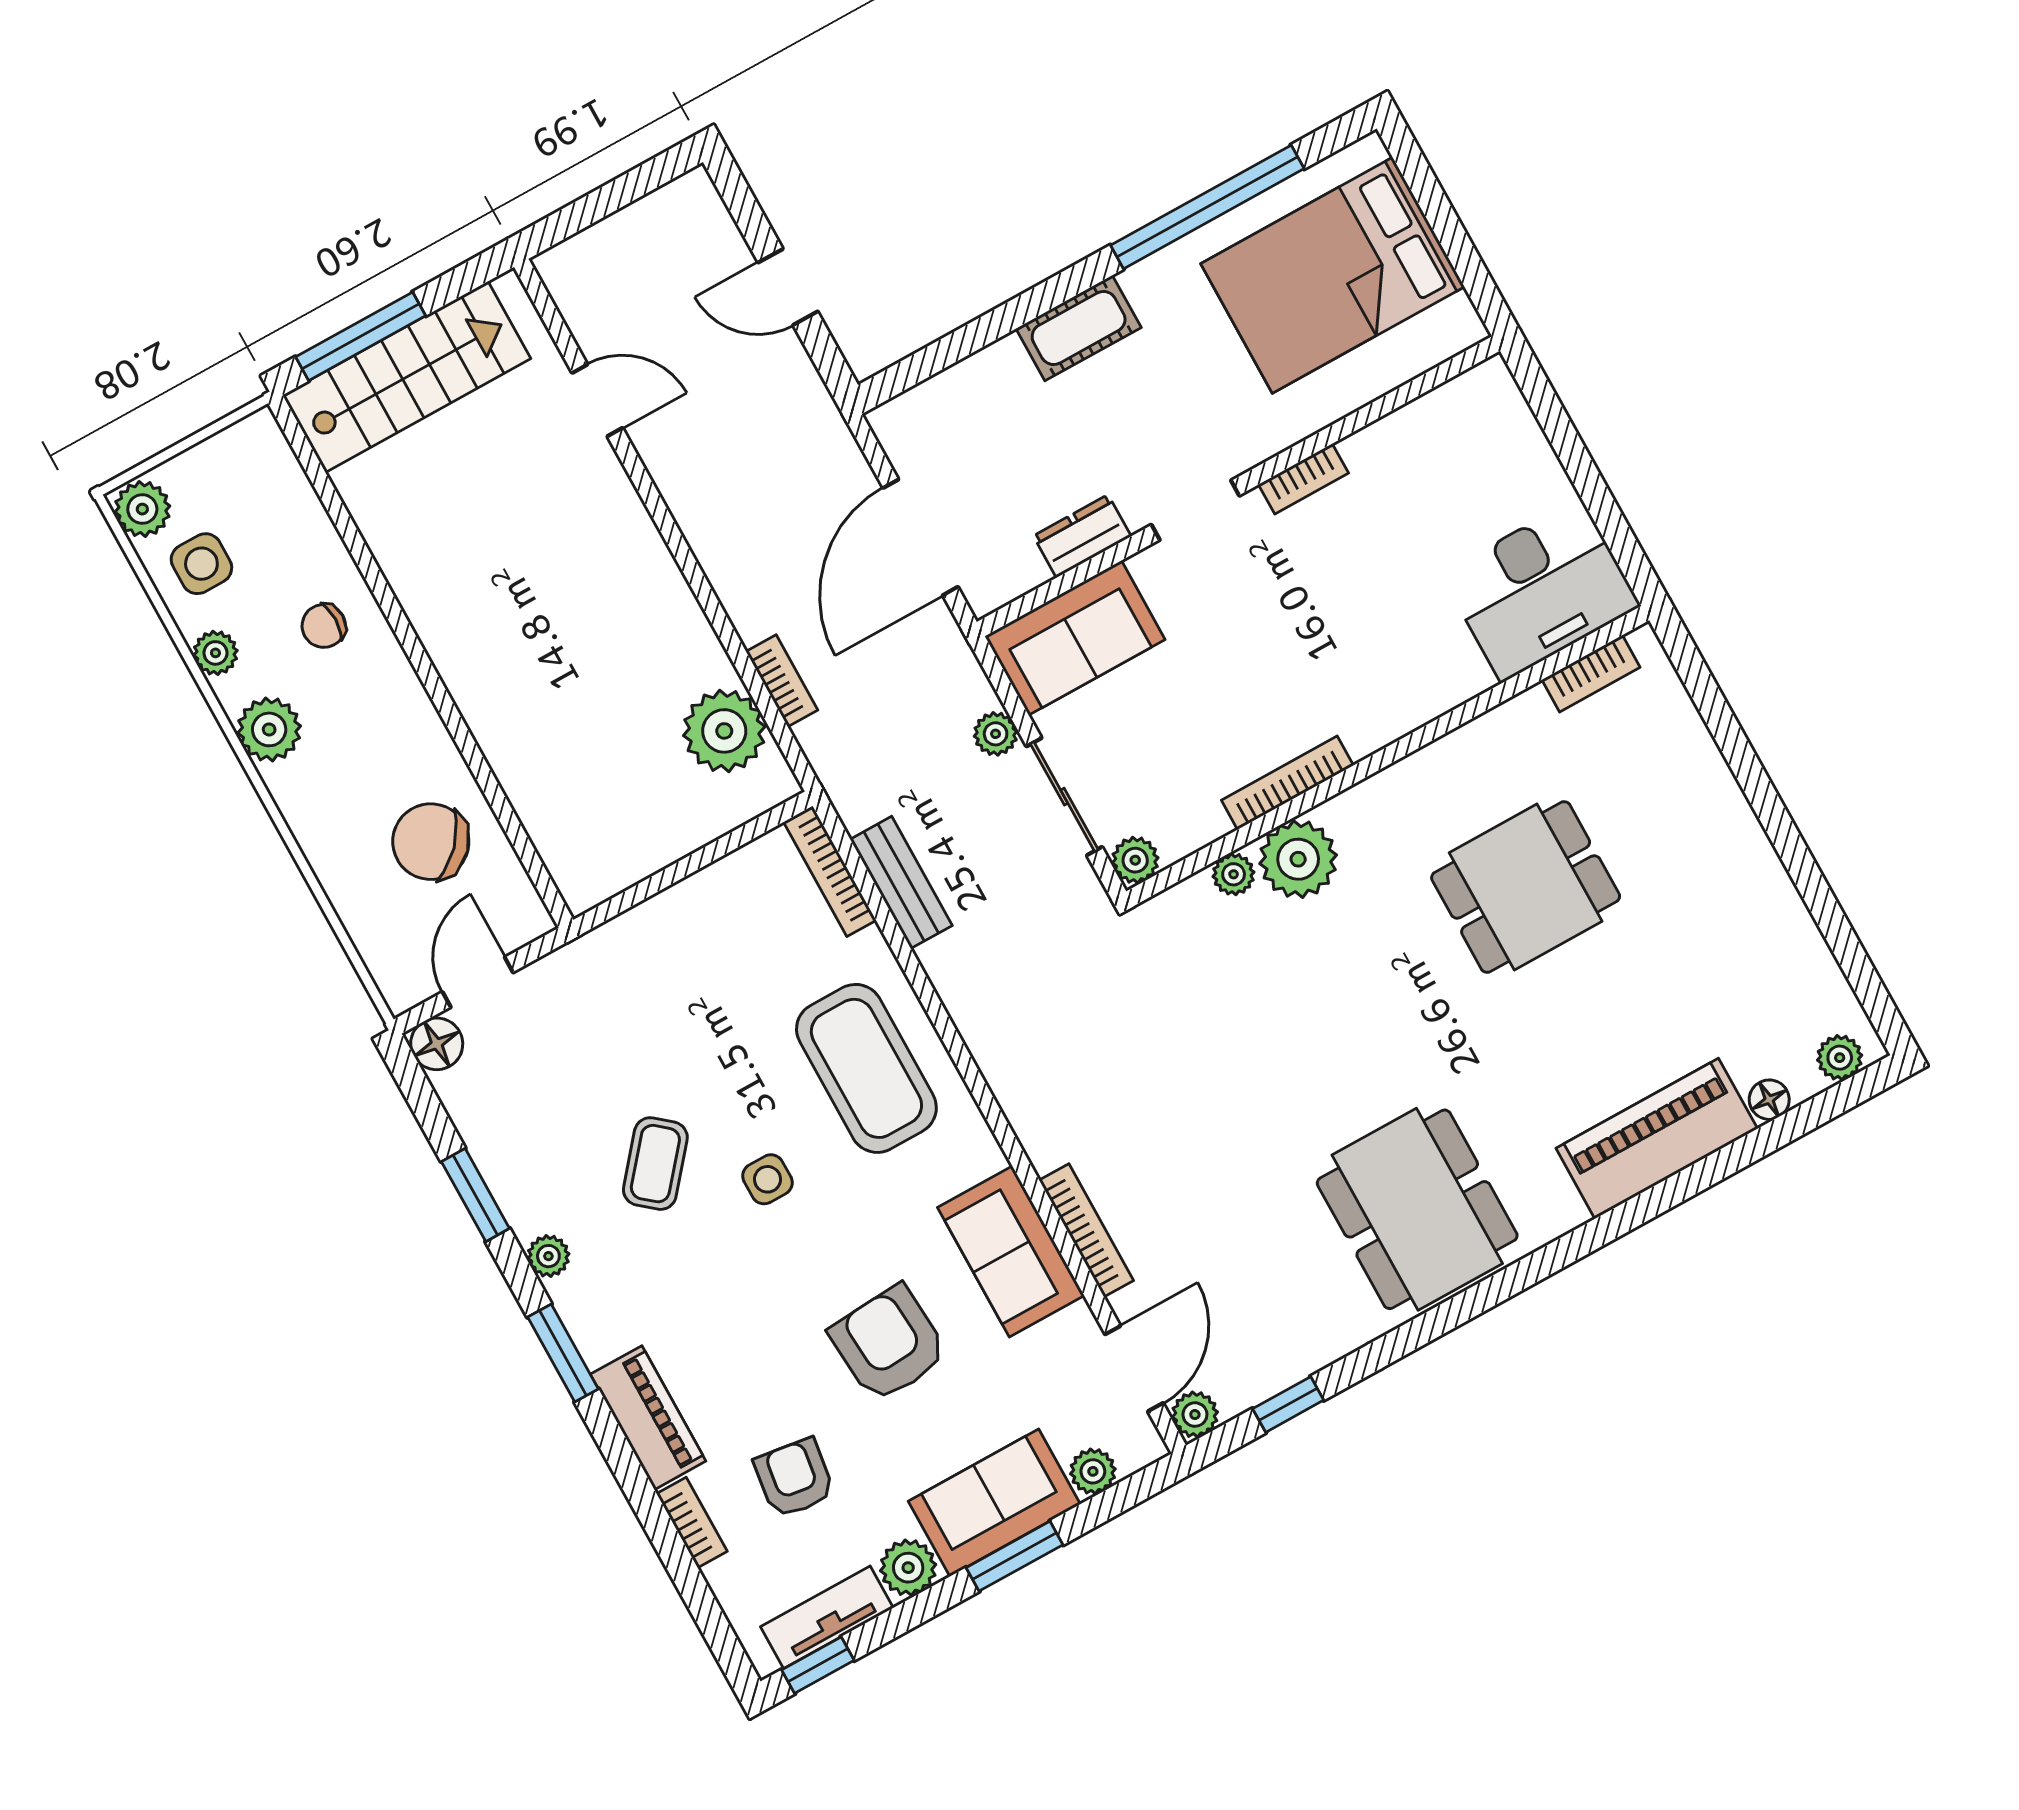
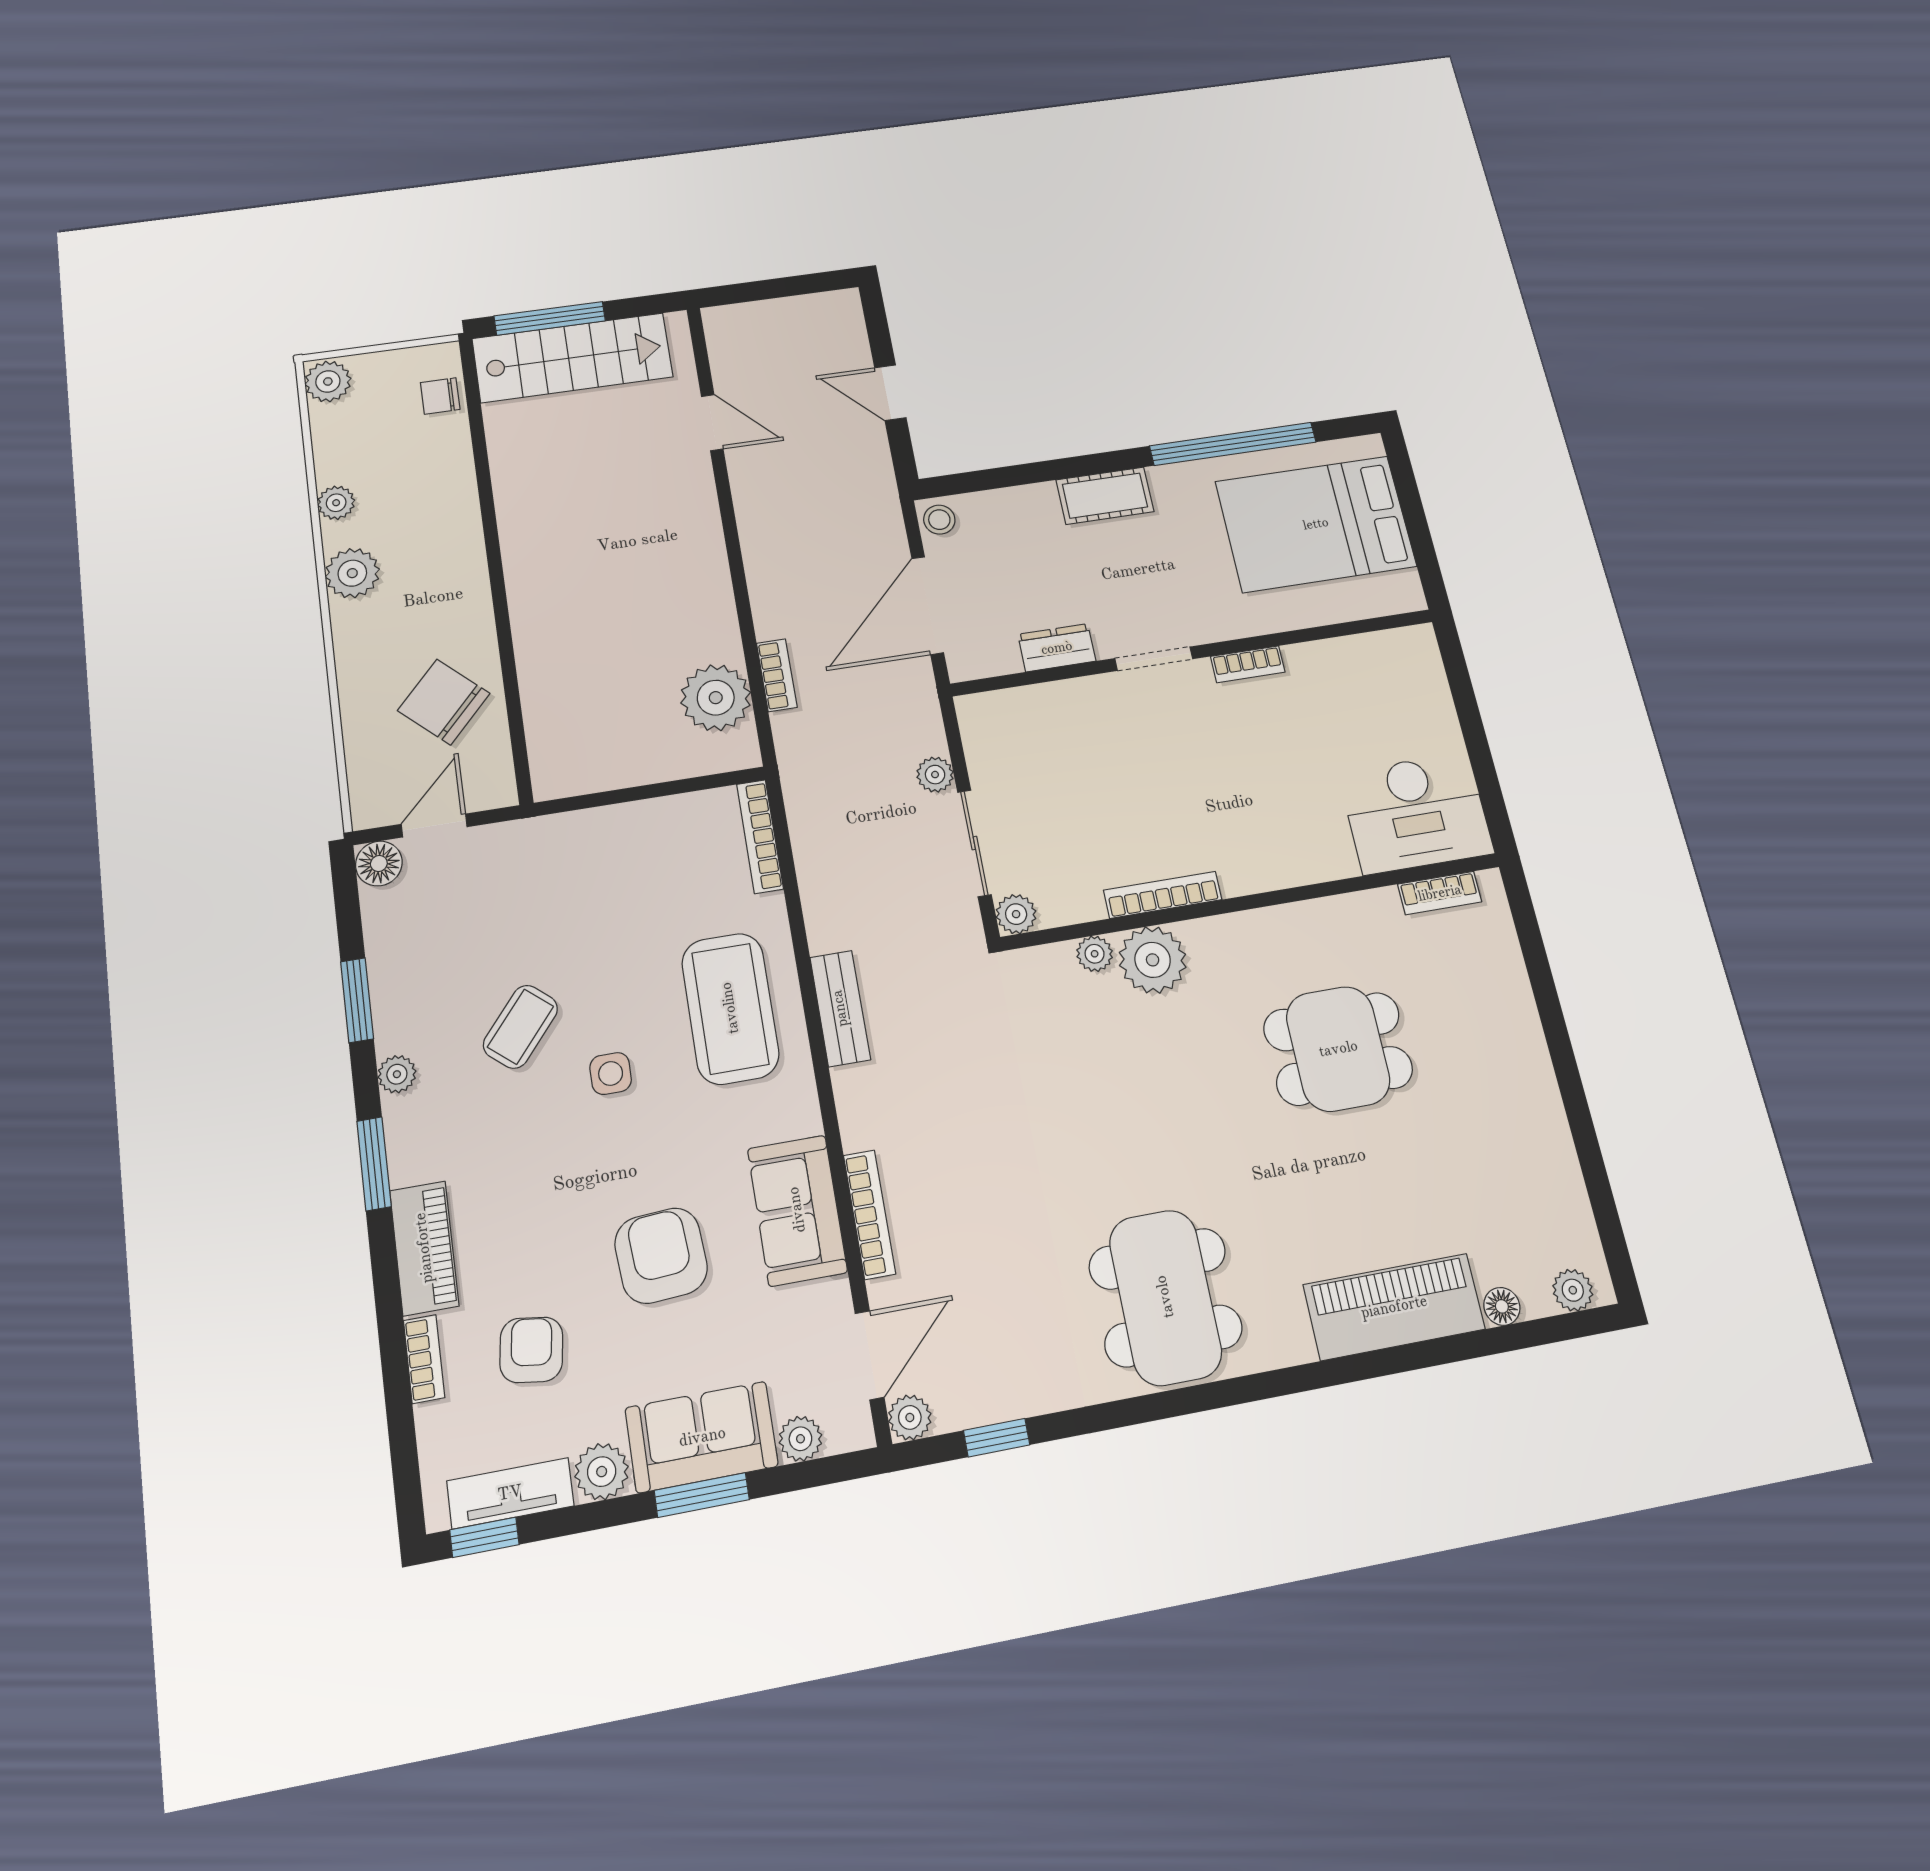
stool: (899, 427) -> (939, 520), added
side table: (201, 564) -> (355, 435), removed
chair: (324, 626) -> (440, 396), moved
sofa: (1075, 638) -> (1025, 722), removed
bench: (901, 882) -> (840, 1008), moved

